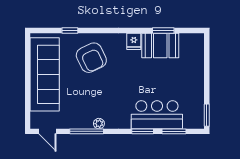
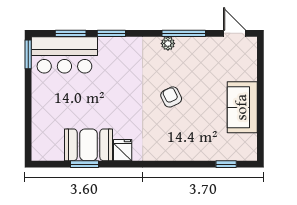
window: (70, 30) -> (226, 164), moved
armchair: (91, 58) -> (171, 97), moved, width x0.53, depth x0.53
sofa: (45, 74) -> (242, 107), width x0.54, depth x0.79
bar counter: (157, 115) -> (64, 55), moved

